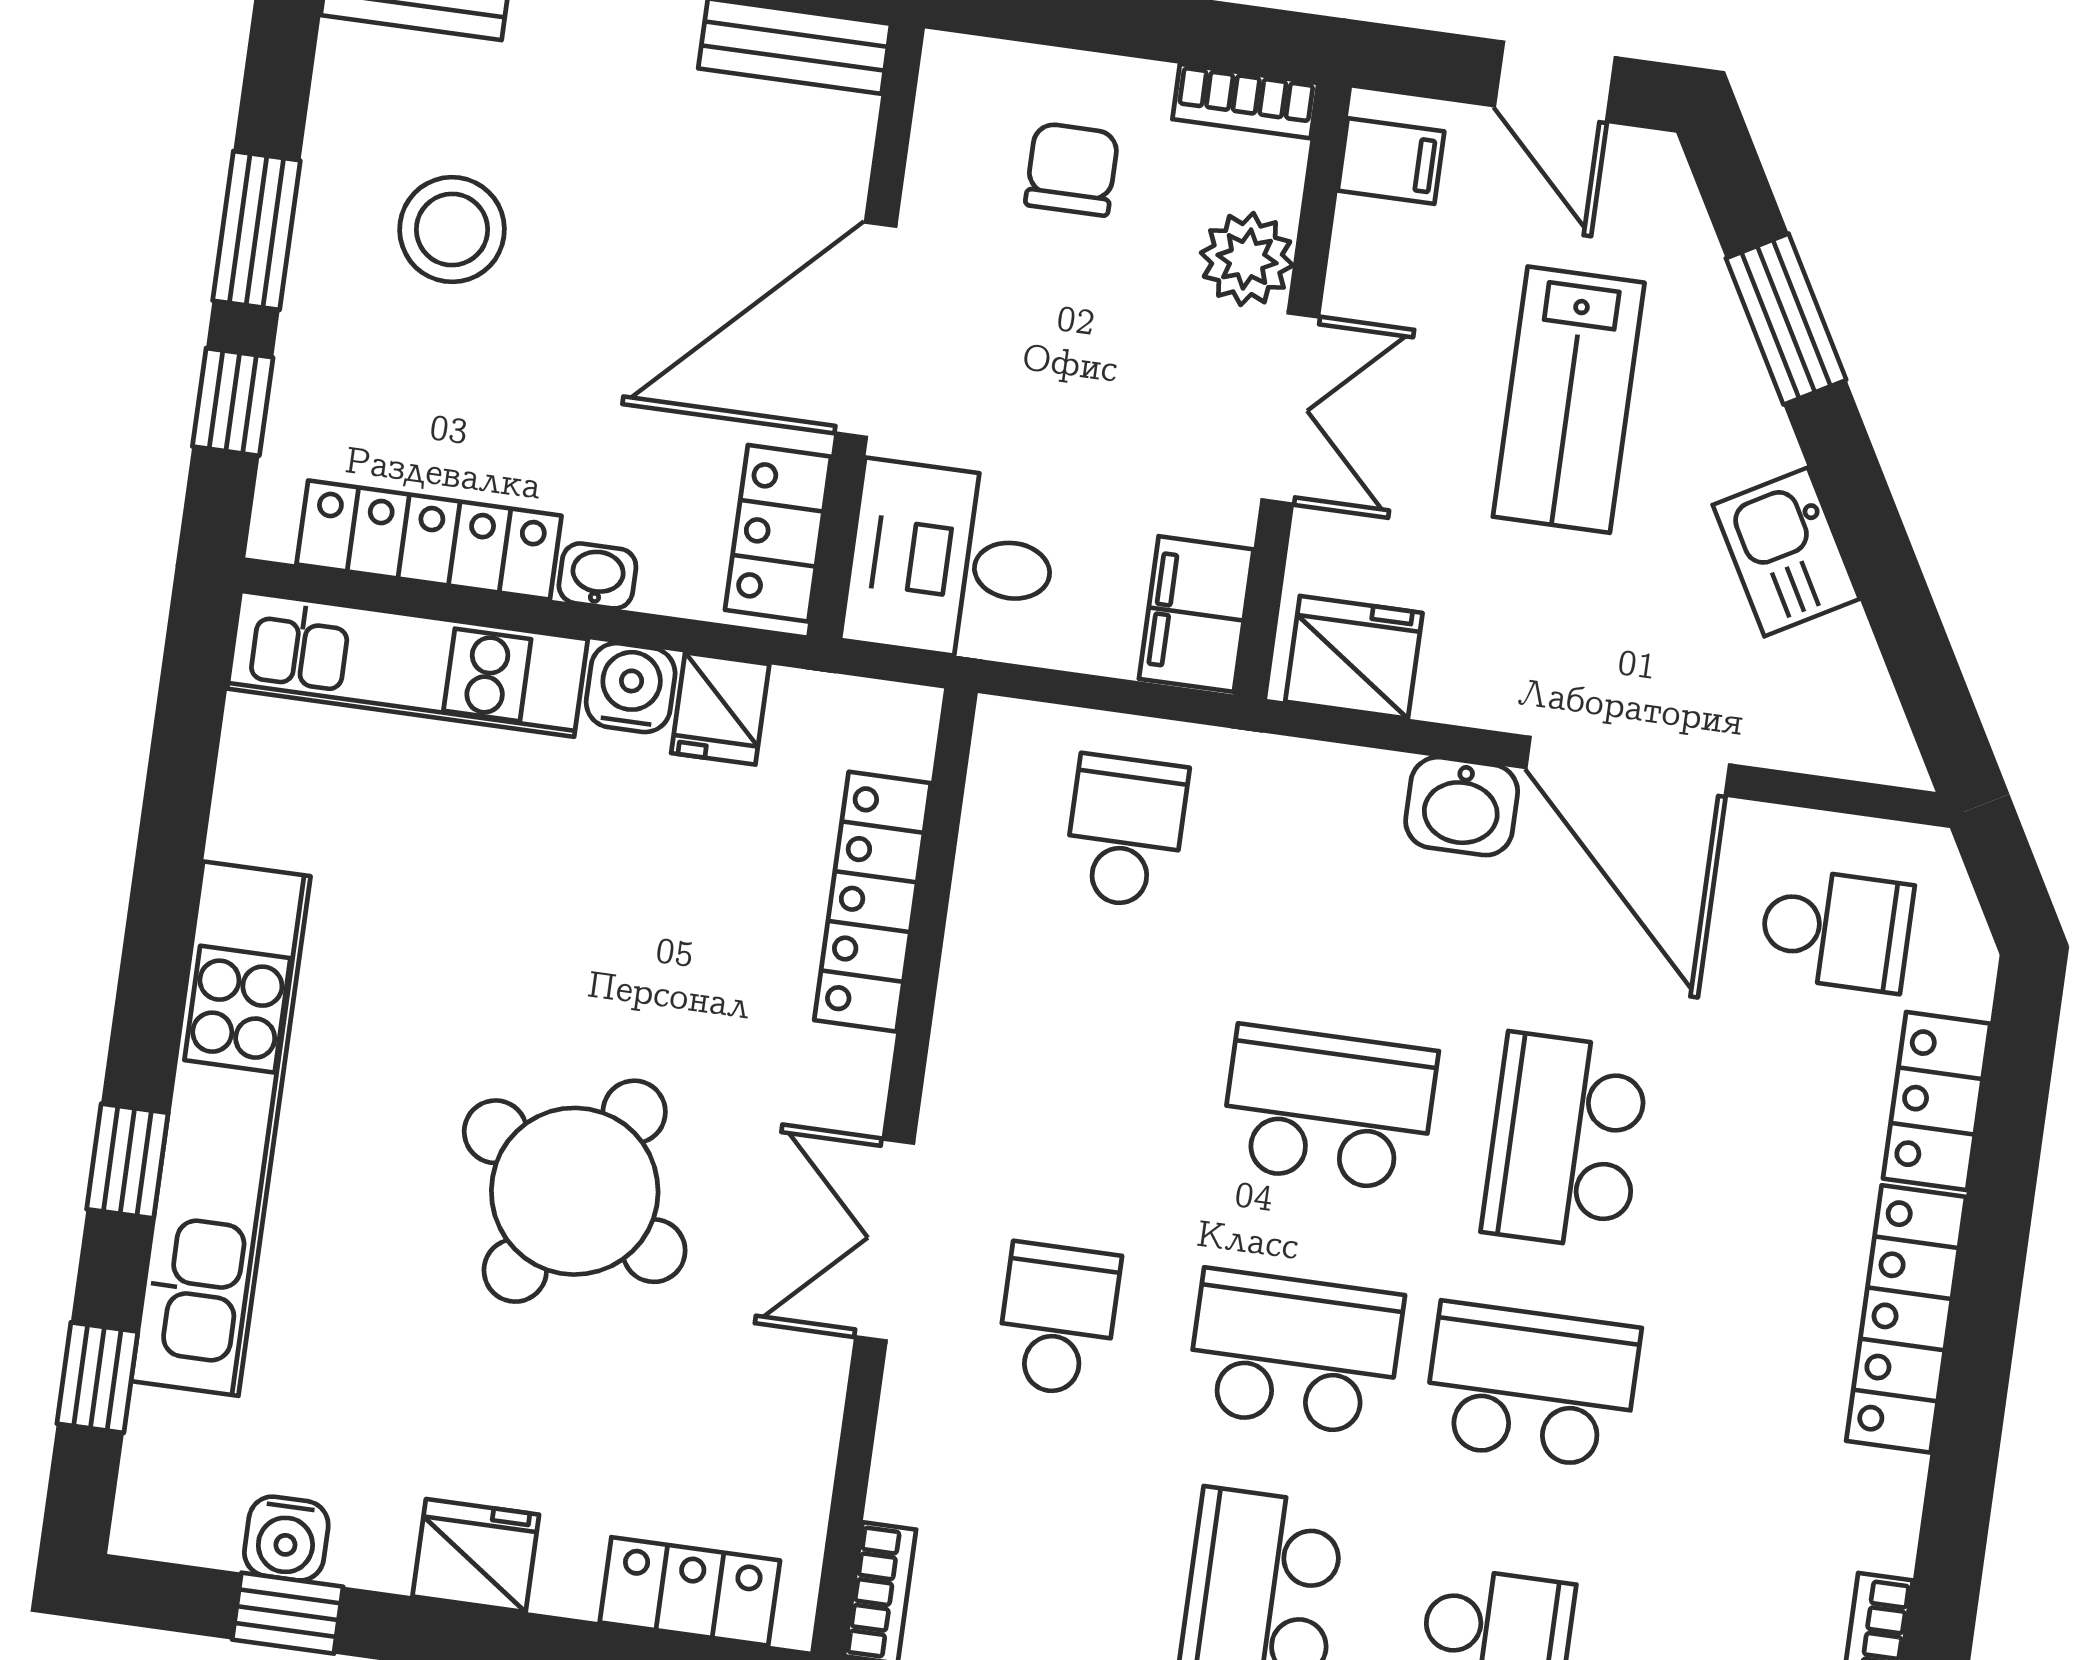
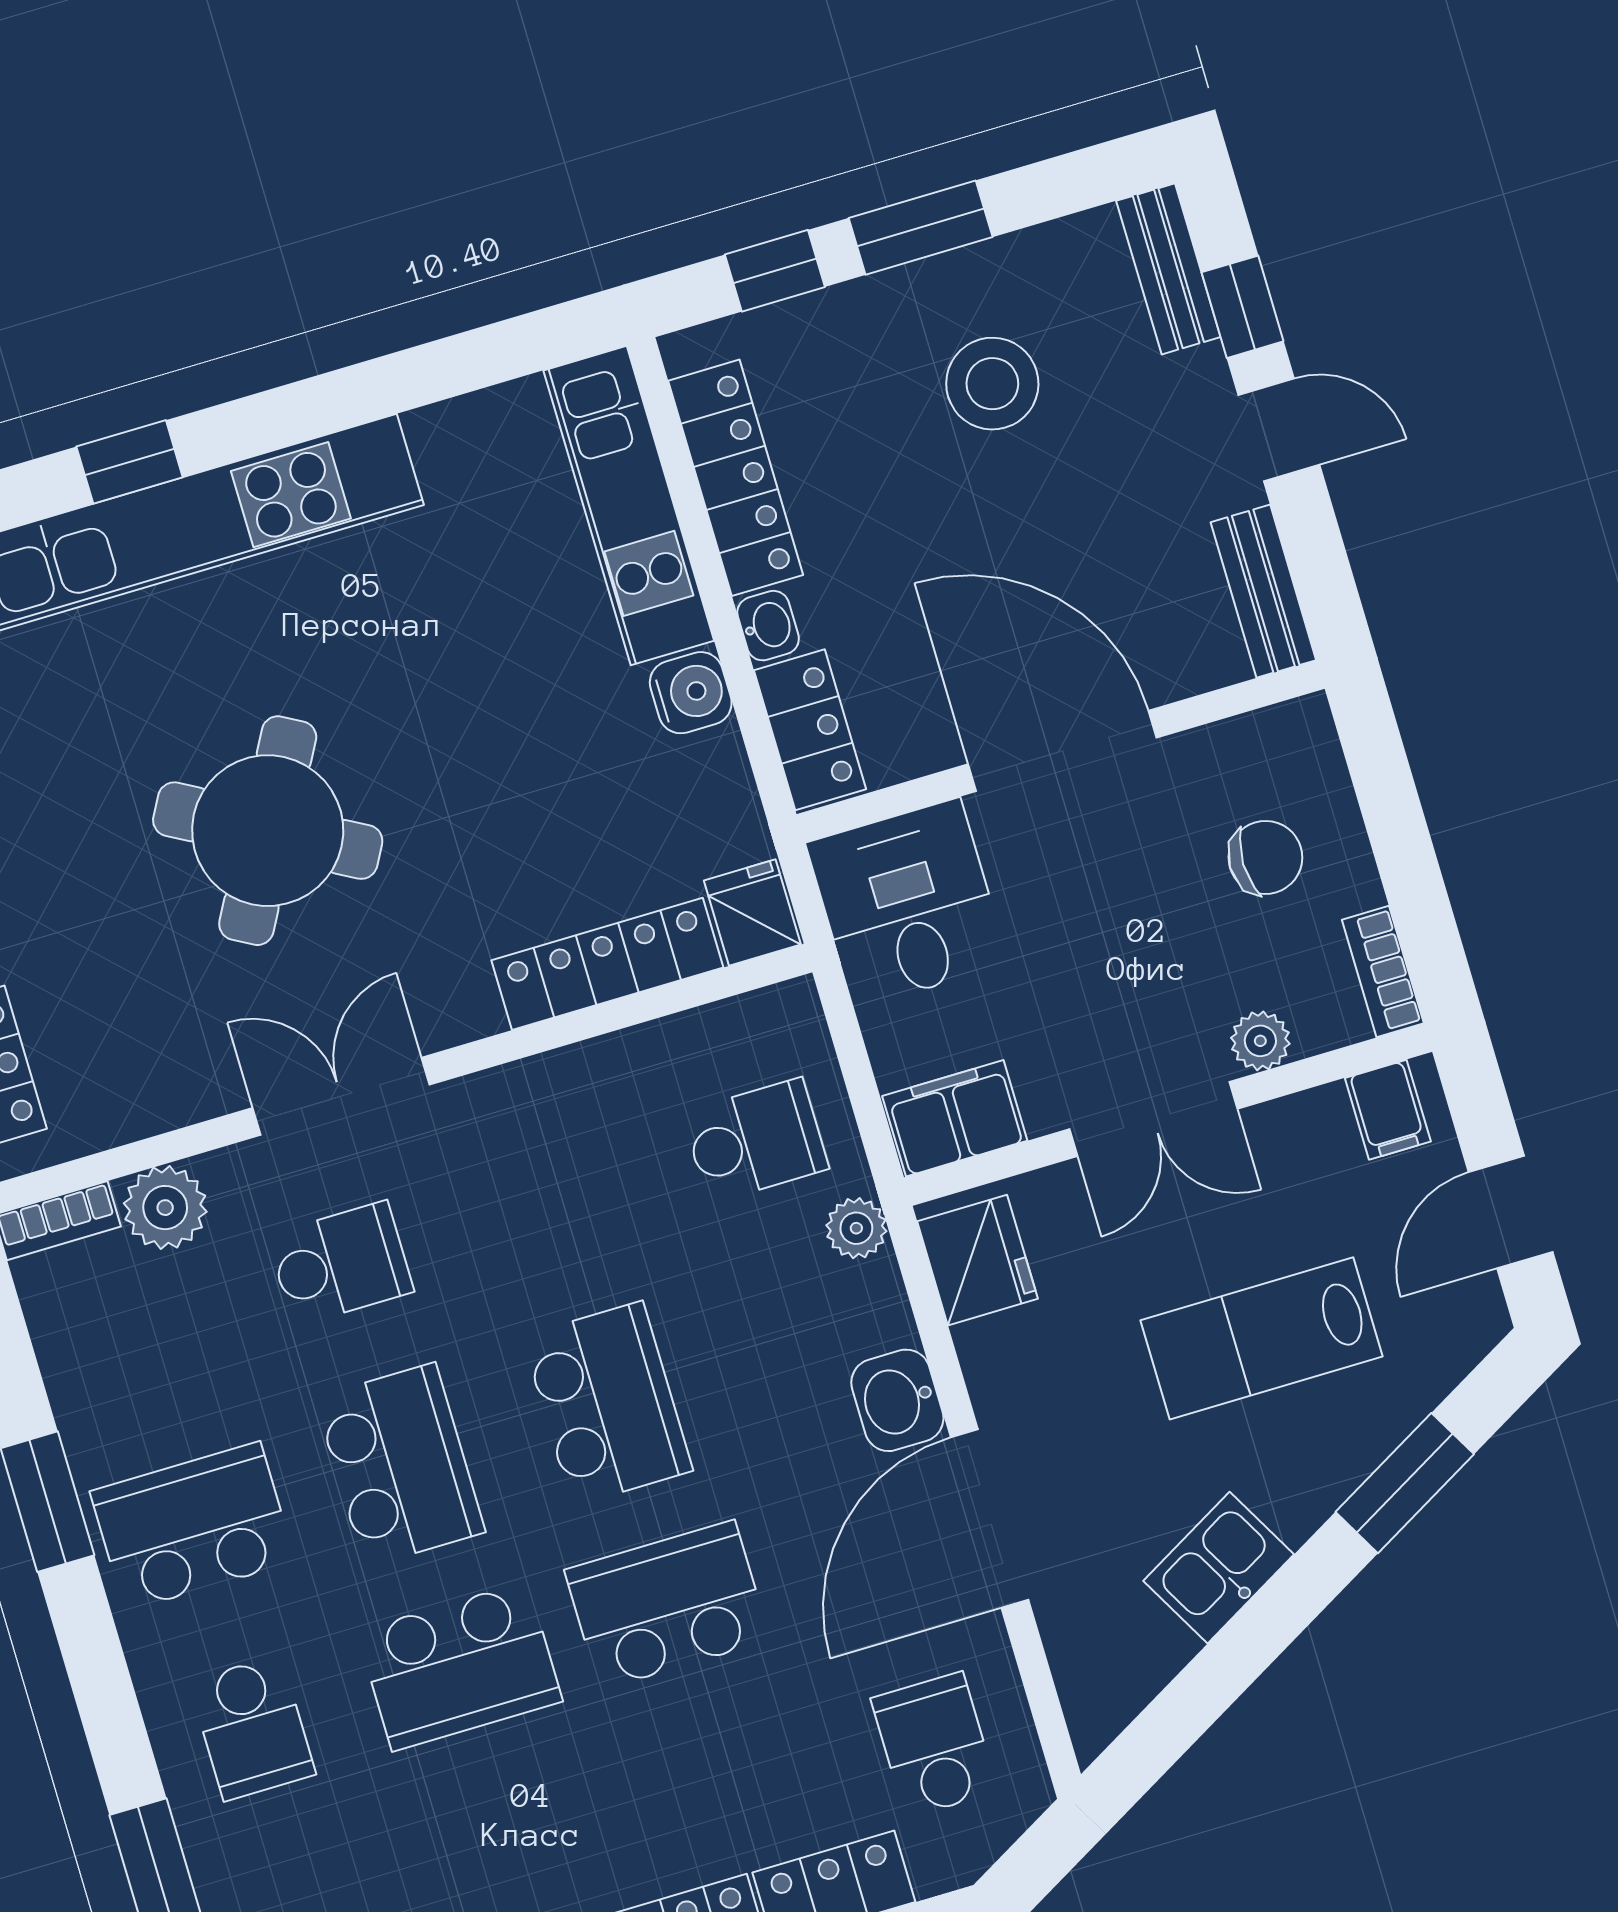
plant: (1247, 259) -> (1260, 1041), width x0.73, depth x0.73
locker: (778, 533) -> (810, 730), moved, turned 90
fridge: (720, 709) -> (752, 912), moved, turned 90
plant: (1264, 768) -> (856, 1228), added
school desk: (1836, 930) -> (934, 1745), turned 180
school desk: (1532, 1385) -> (460, 1666), turned 90
plant: (917, 1475) -> (165, 1208), added

